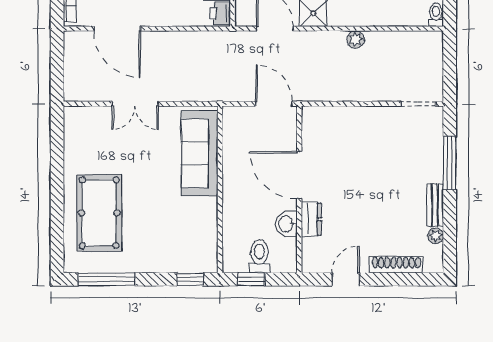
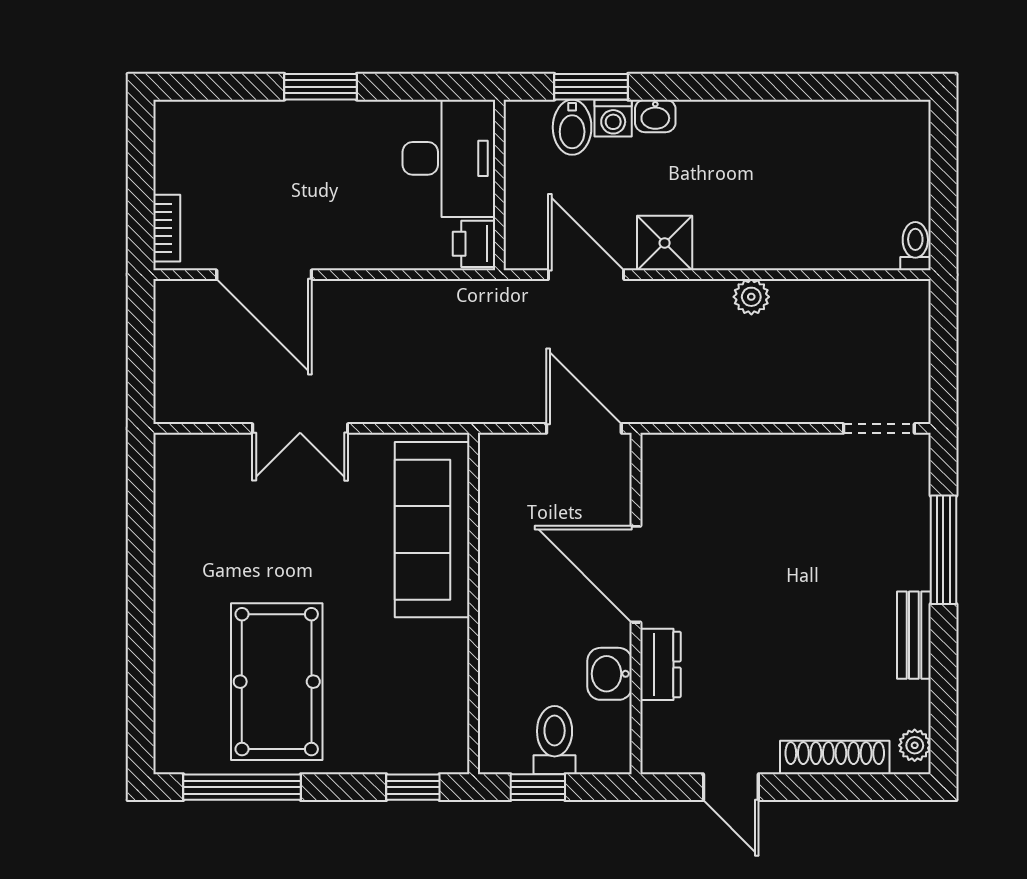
pool table: (99, 213) -> (277, 682), moved
plant: (436, 236) -> (915, 745), moved
door: (346, 279) -> (731, 787), swing flipped

